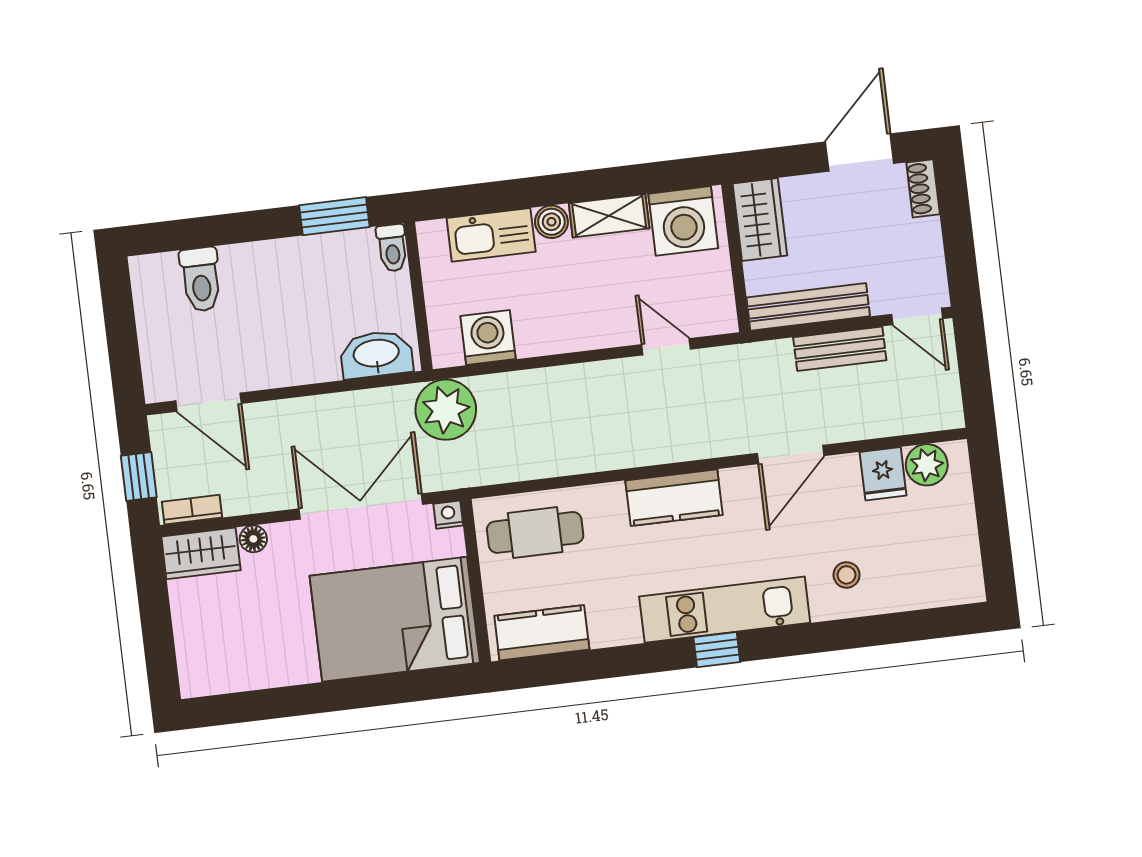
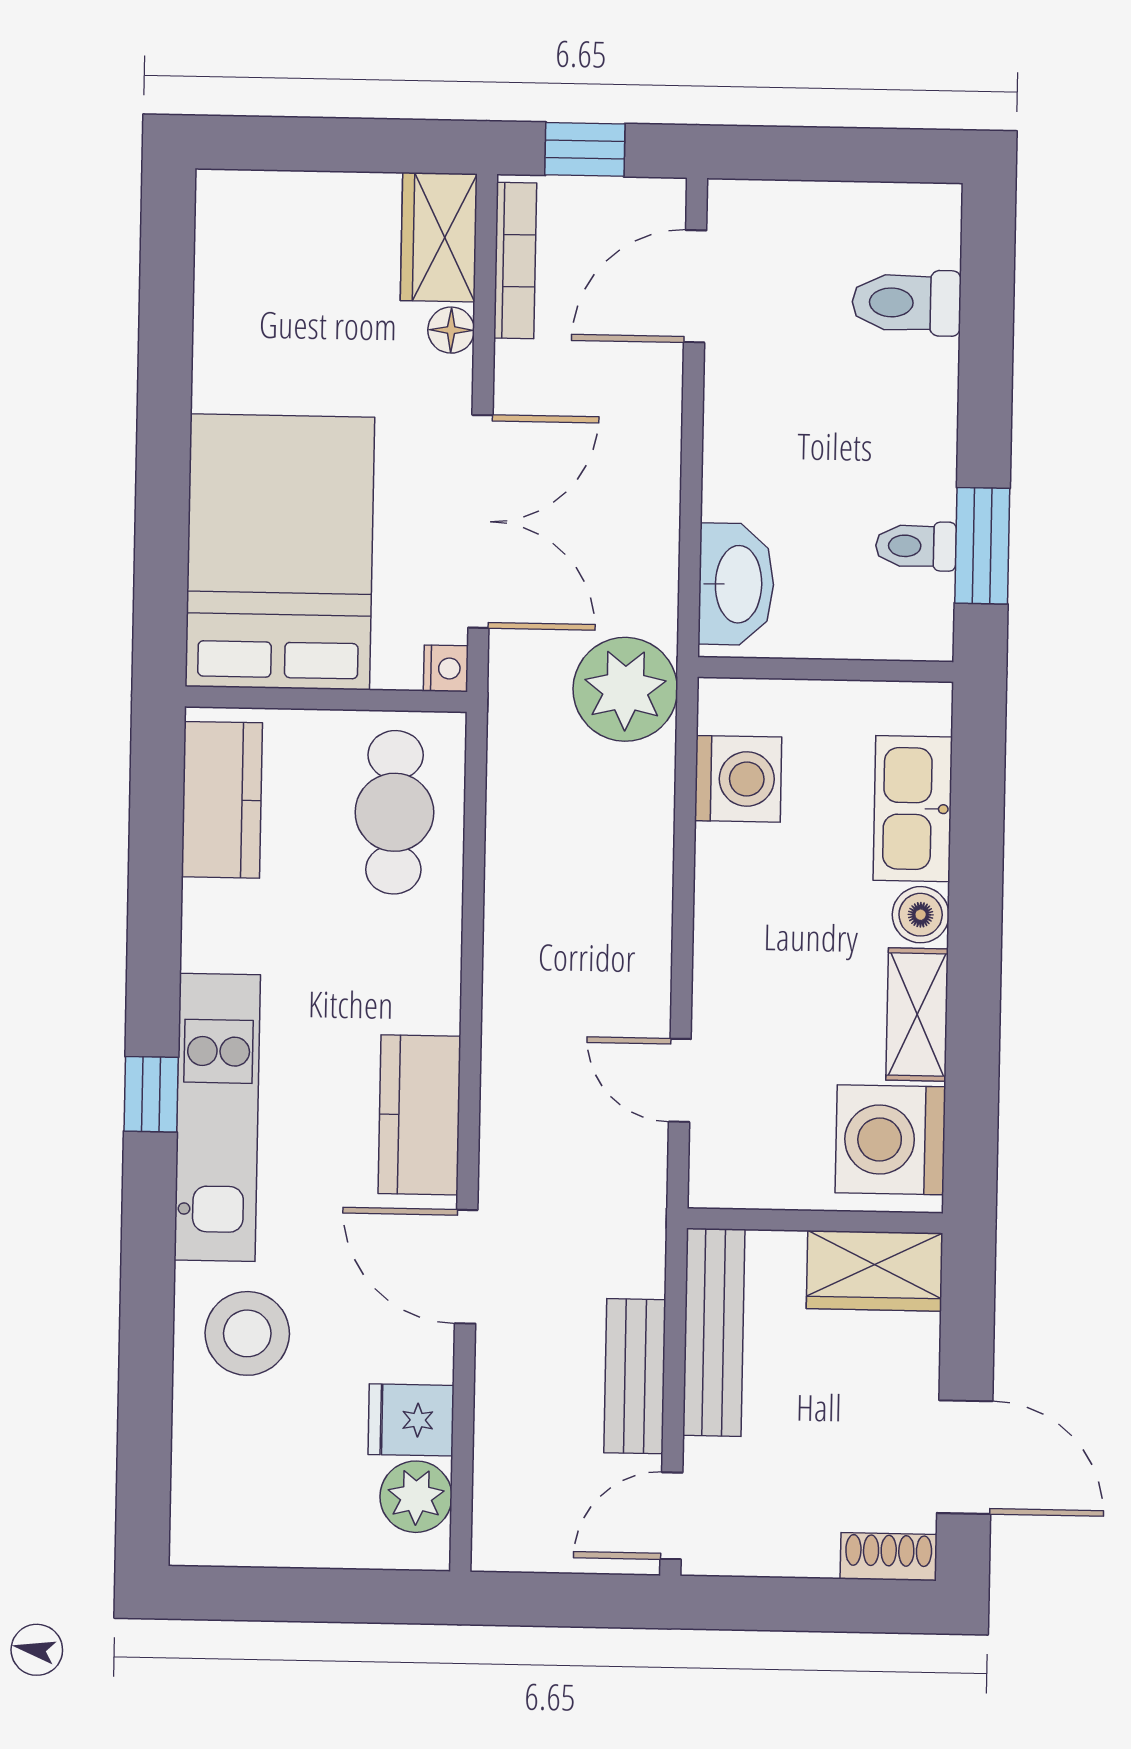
toilet: (392, 248) -> (916, 546), moved
door: (666, 347) -> (680, 1080), swing flipped
kitchen counter: (674, 498) -> (419, 1115), moved
bookcase: (192, 510) -> (515, 261), width x1.56
stool: (847, 575) -> (247, 1333), width x1.89, depth x1.89

